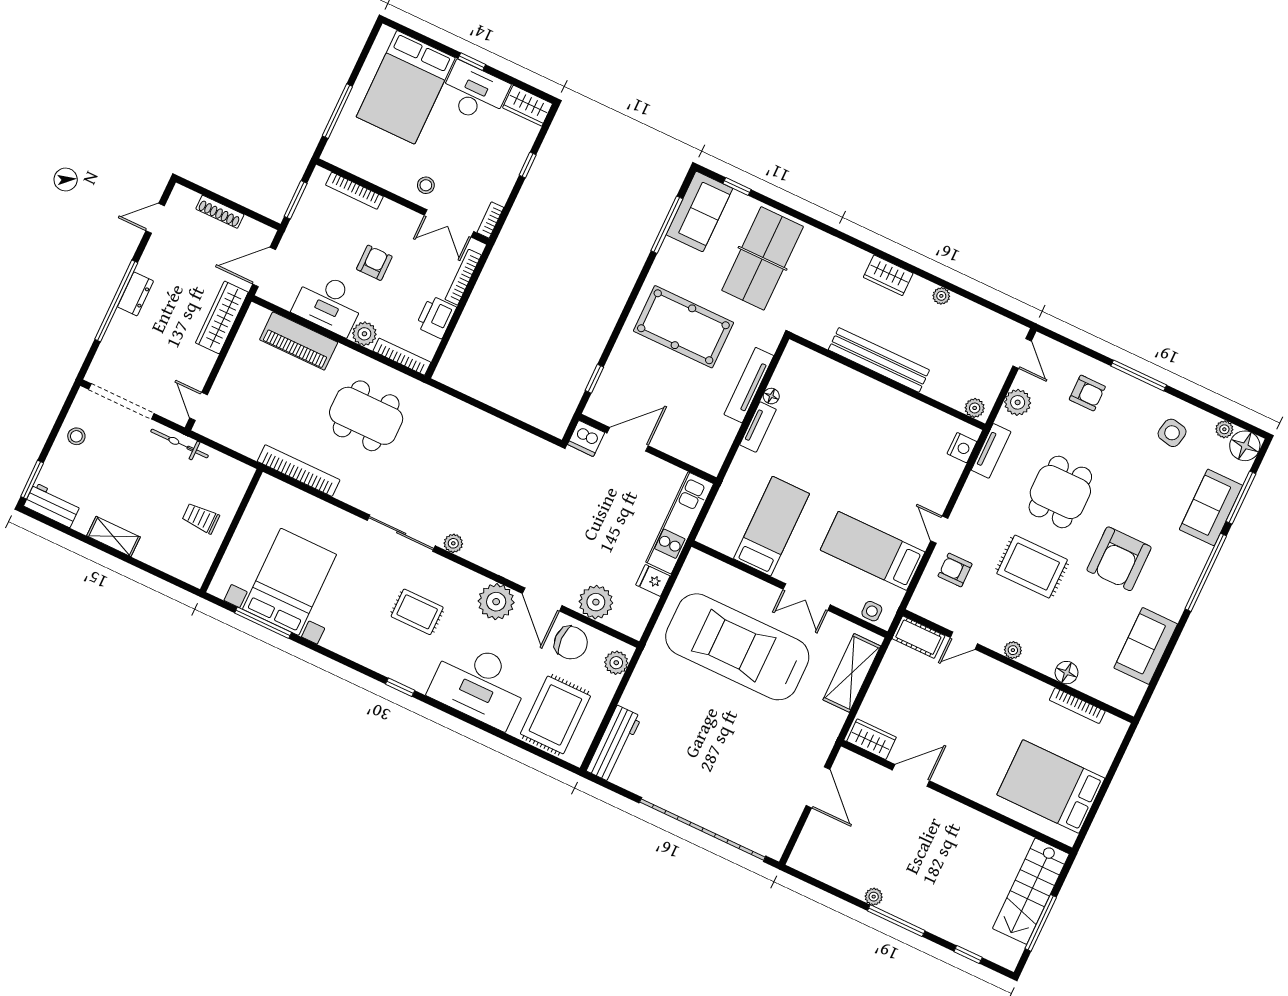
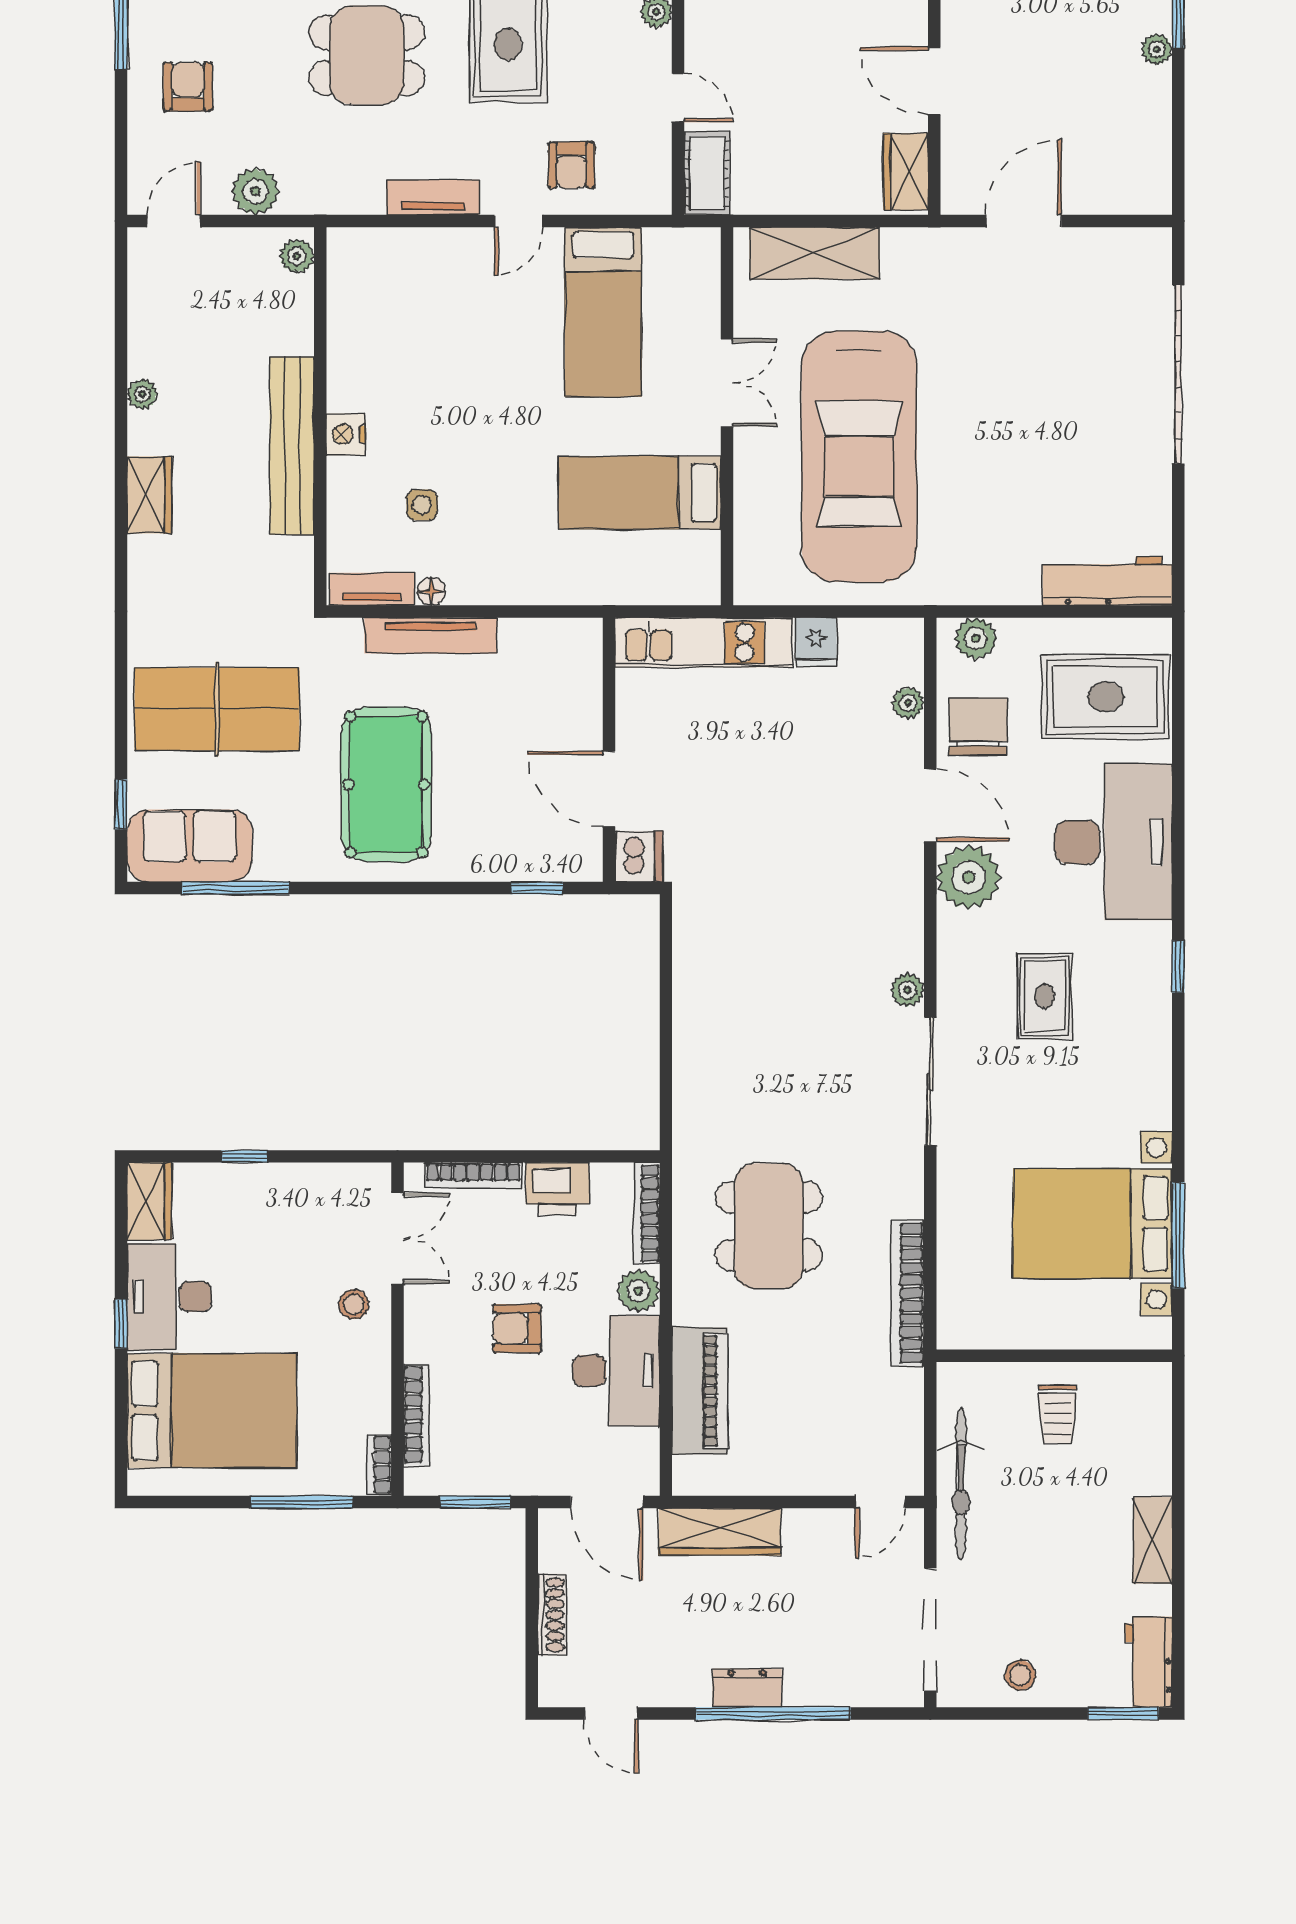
bookcase: (490, 220) -> (379, 1465), moved, turned 90
tv unit: (758, 427) -> (372, 589), moved
bicycle: (180, 444) -> (961, 1484), width x1.37, depth x1.40
nightstand: (962, 448) -> (346, 434), moved, turned -90
tv unit: (991, 451) -> (433, 197), moved
door: (542, 599) -> (930, 805), hinge flipped
plant: (596, 602) -> (908, 703), width x0.53, depth x0.53
side table: (872, 611) -> (422, 505), moved
garage door: (702, 830) -> (1178, 374), width x0.73

